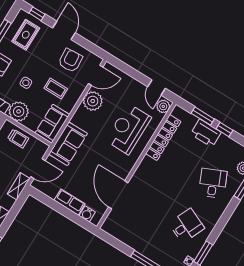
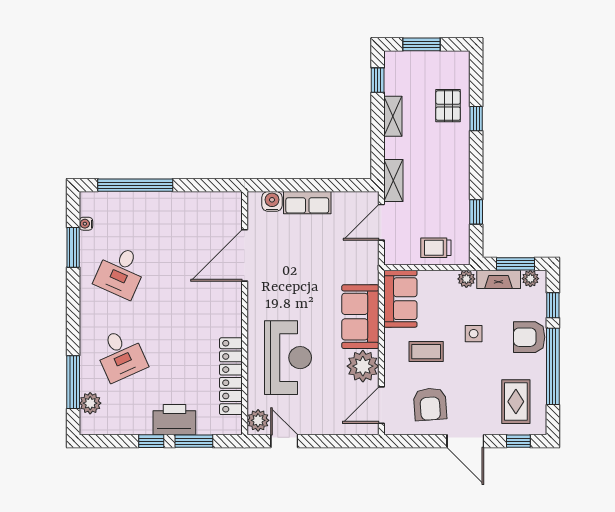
plant: (19, 111) -> (466, 279), width x0.53, depth x0.53
sofa: (68, 144) -> (360, 317), moved
door: (118, 195) -> (245, 255), swing flipped

